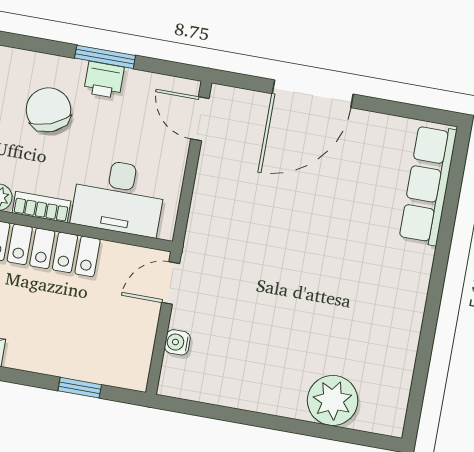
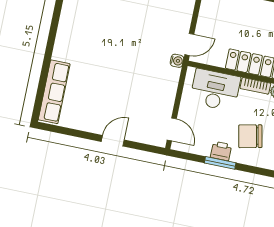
door: (313, 94) -> (113, 141), width x0.53
chair: (48, 110) -> (250, 136), turned 99
water cooler: (177, 342) -> (177, 61), moved

